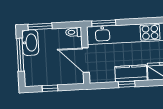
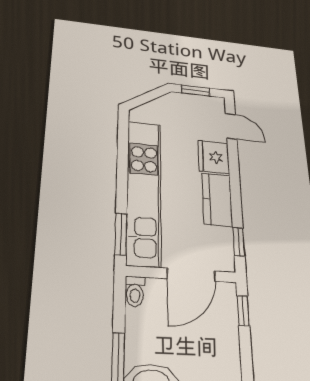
window: (127, 84) -> (239, 242), moved
window: (50, 88) -> (243, 311), moved

